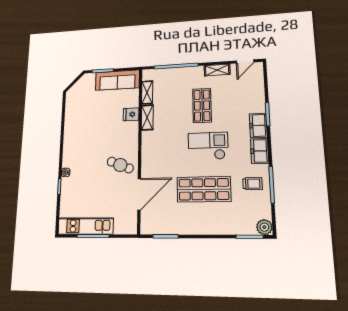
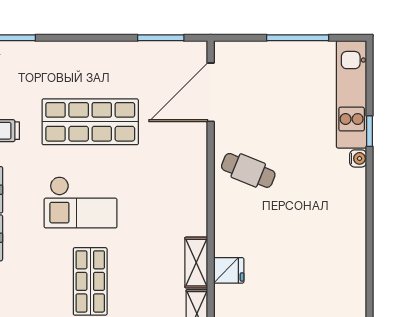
door: (139, 194) -> (211, 92), moved
kitchen unit: (85, 226) -> (352, 94), moved, turned 90

